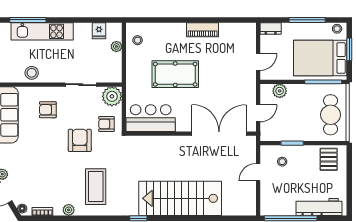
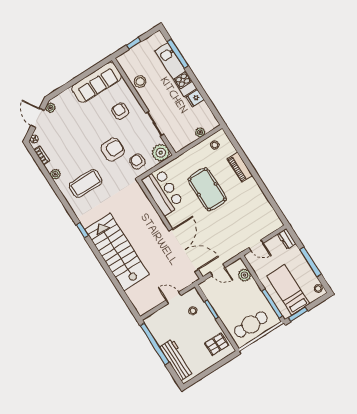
piano: (203, 30) -> (240, 167), moved
fridge: (99, 31) -> (195, 98), moved
window: (349, 49) -> (298, 314), moved
bed: (320, 58) -> (288, 290), width x0.67

